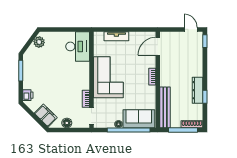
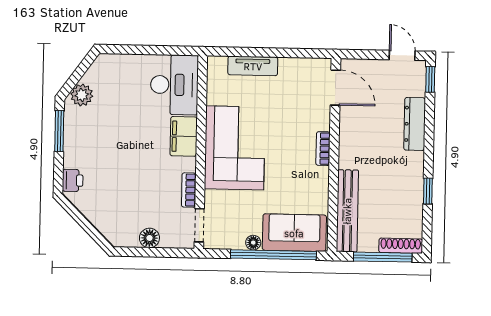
plant: (39, 42) -> (82, 95), moved
door: (158, 46) -> (335, 88), swing flipped
dresser: (198, 90) -> (415, 124), moved
filing cabinet: (46, 115) -> (184, 136), moved, turned -135

